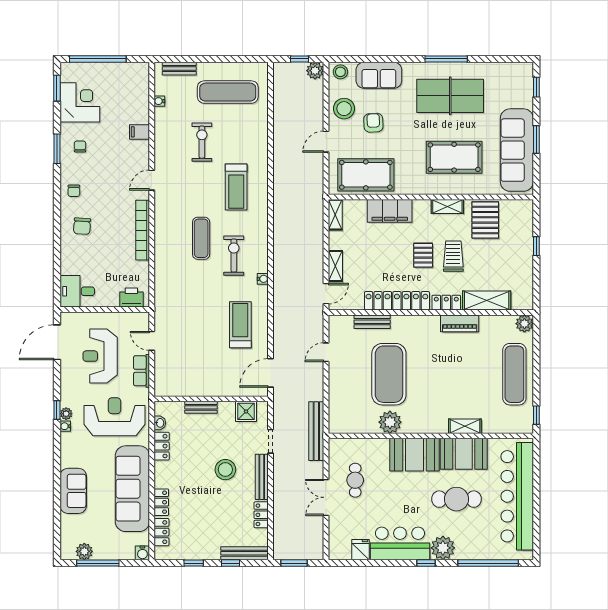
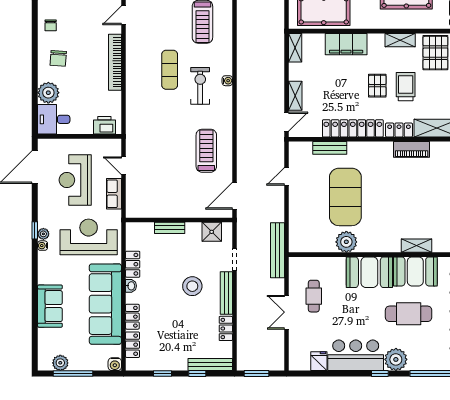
plant: (71, 263) -> (48, 93), added
water cooler: (263, 279) -> (227, 81), moved
washbasin: (160, 423) -> (131, 286), moved

